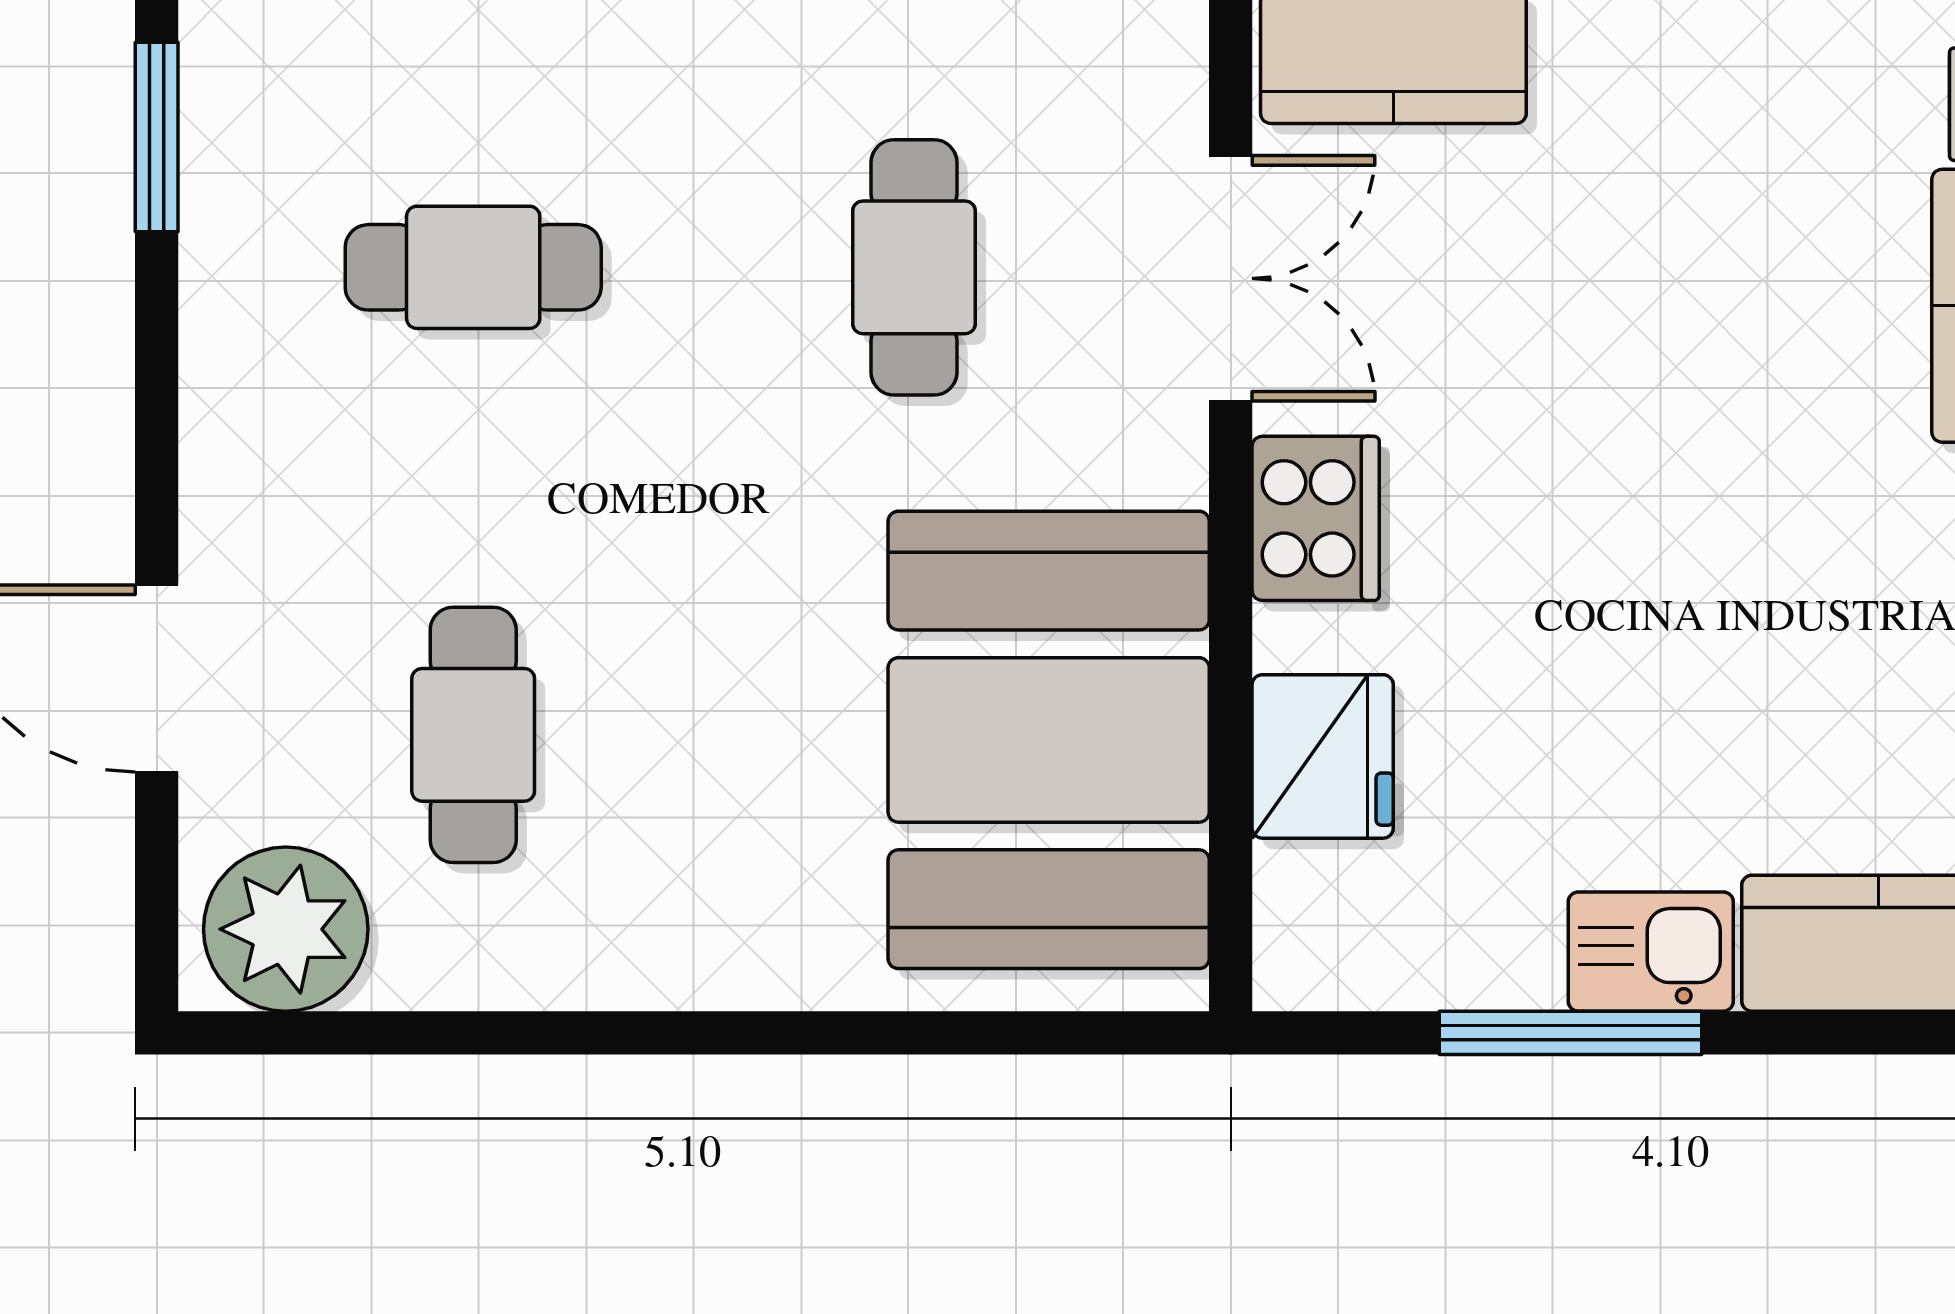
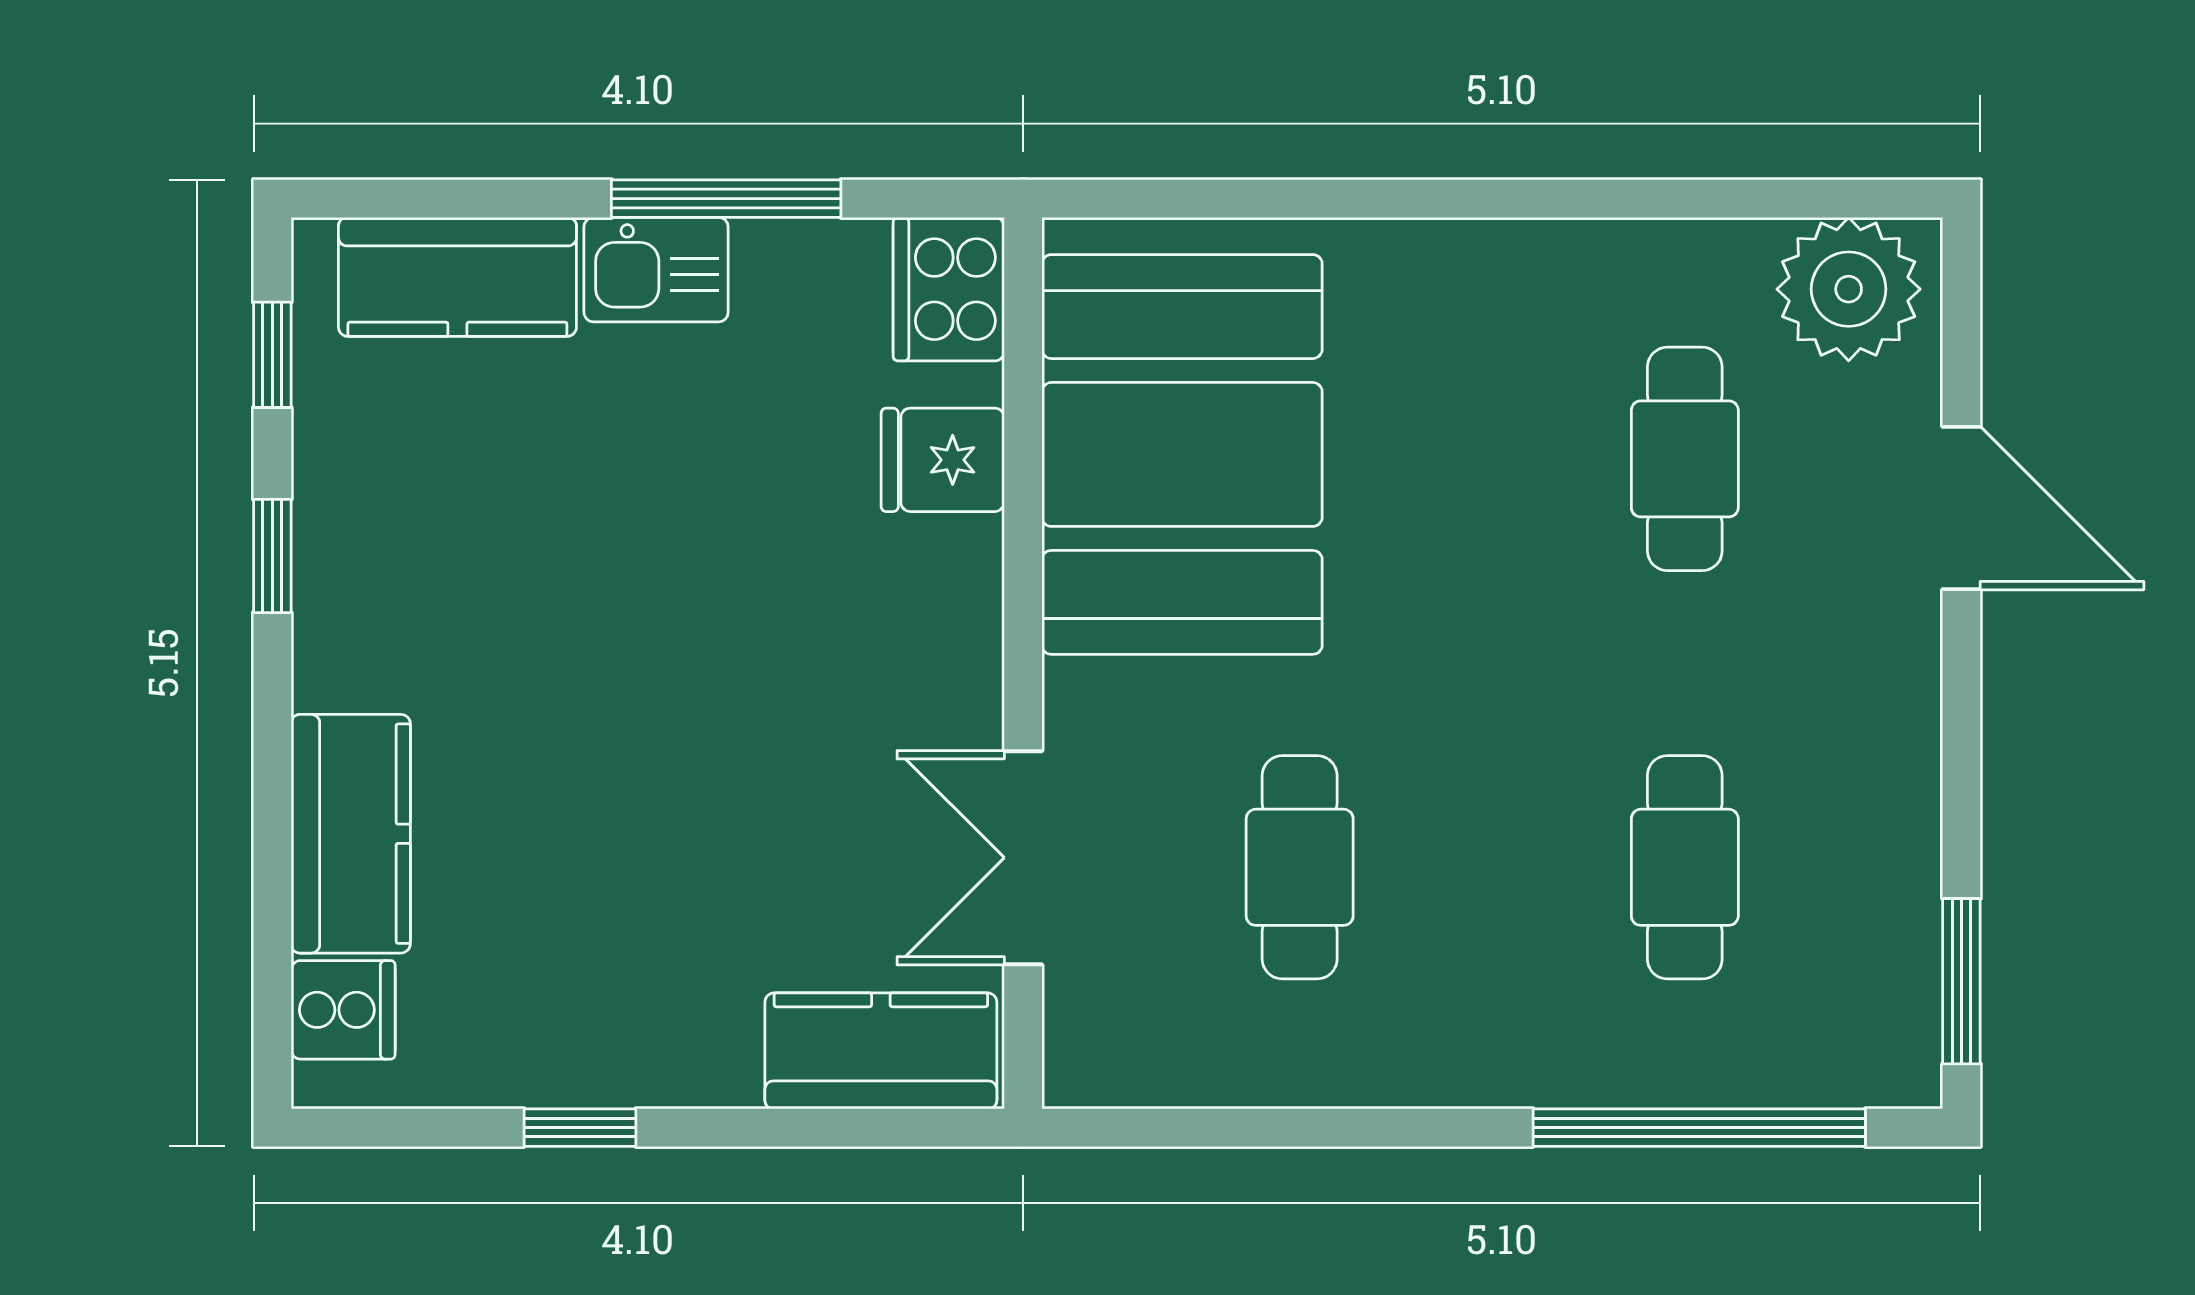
cafe table: (473, 267) -> (1685, 867), turned 90
cooker: (1316, 518) -> (949, 289), moved
fridge: (1323, 756) -> (943, 460), width x0.72

